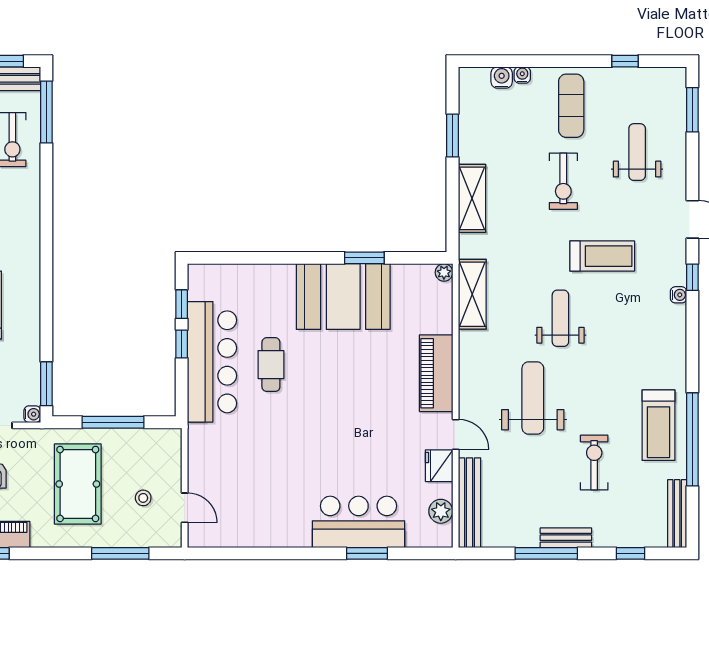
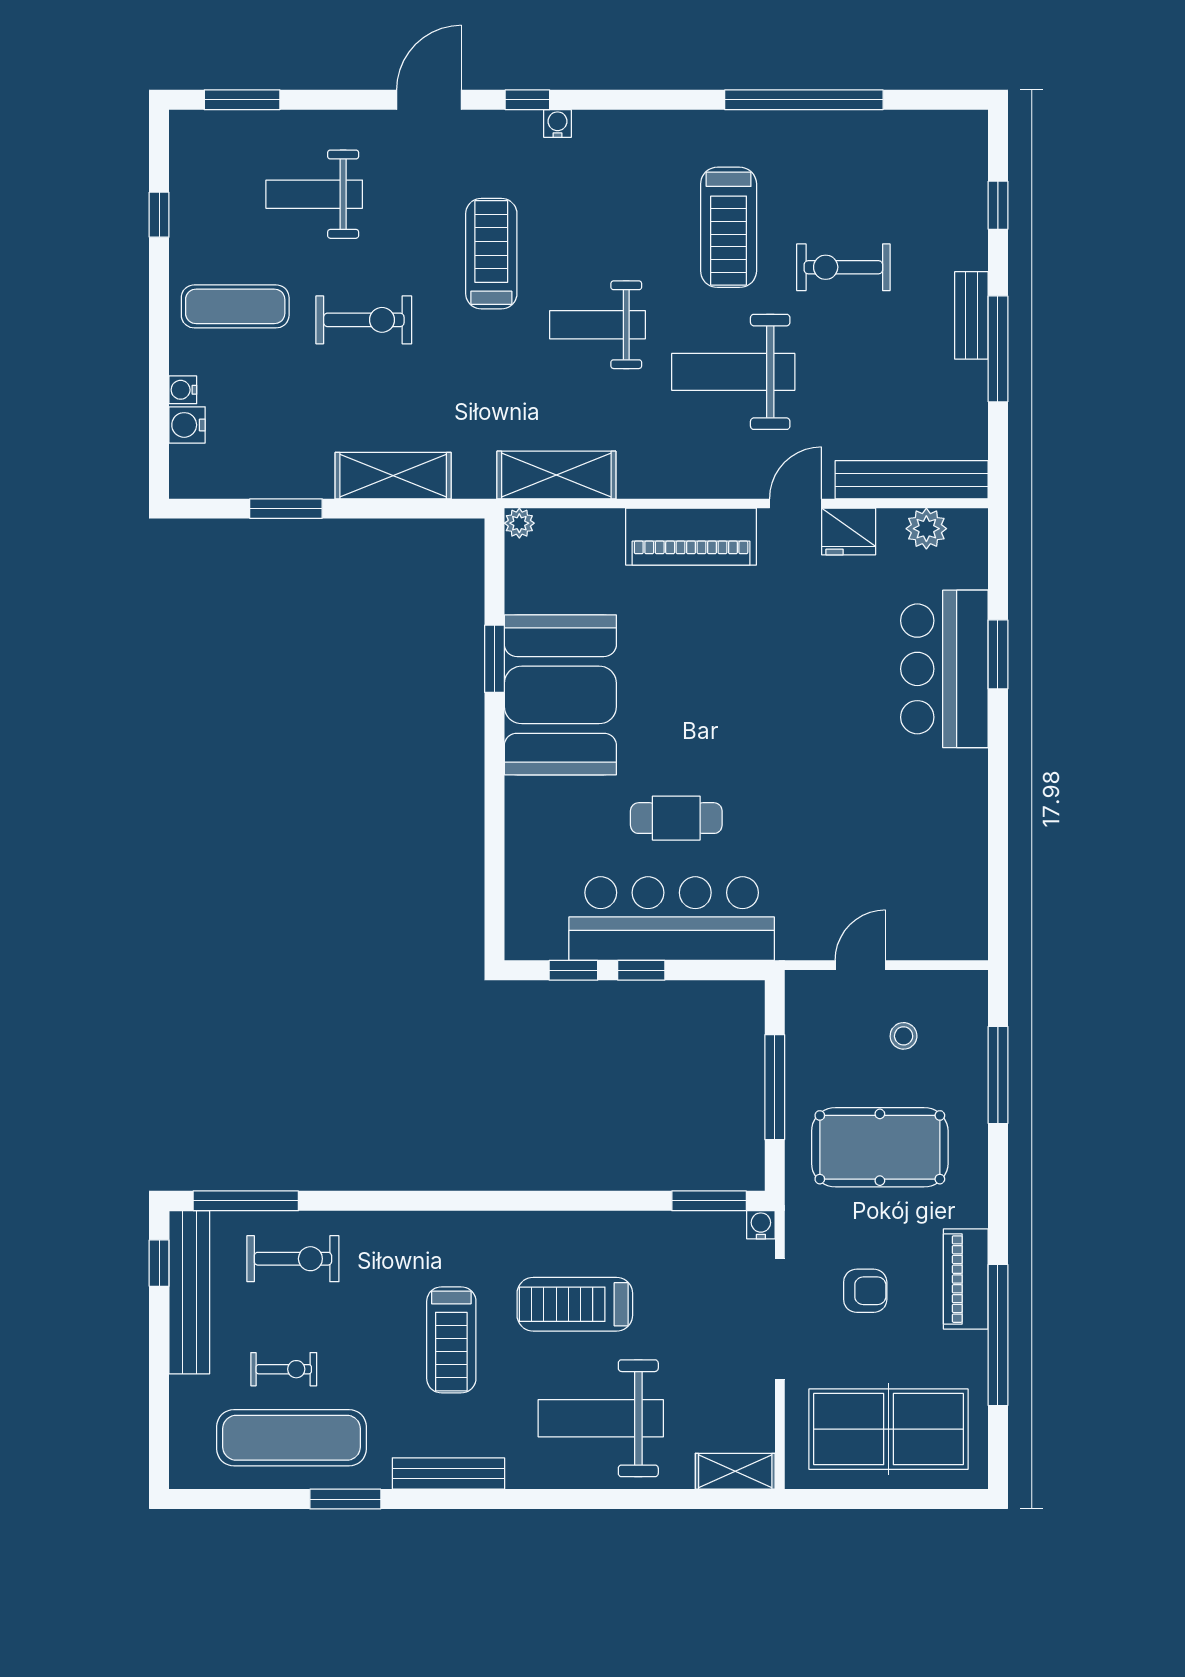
treadmill: (658, 425) -> (729, 227), moved, turned 90
door: (185, 508) -> (860, 965), moved
bench: (677, 514) -> (930, 126), removed

